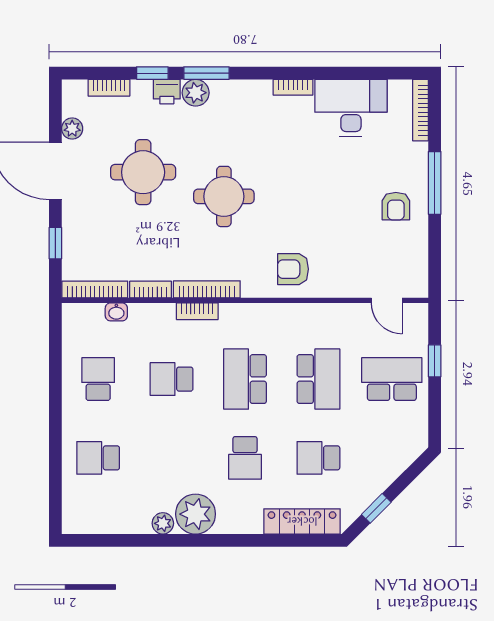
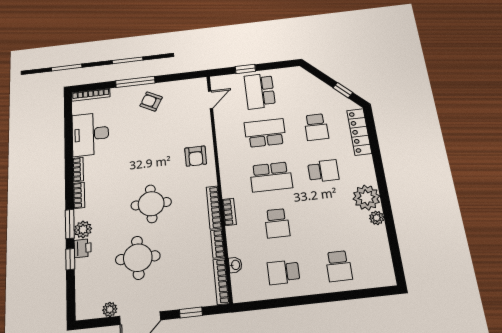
bookcase: (109, 88) -> (79, 195), moved
armchair: (396, 206) -> (151, 101), turned -152

